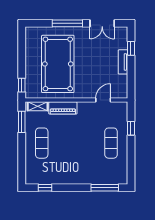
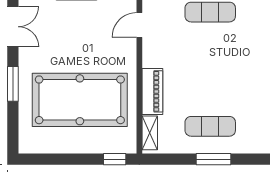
window: (67, 23) -> (13, 84), width x0.69
door: (103, 100) -> (139, 25), hinge flipped
window: (22, 122) -> (213, 159), moved

